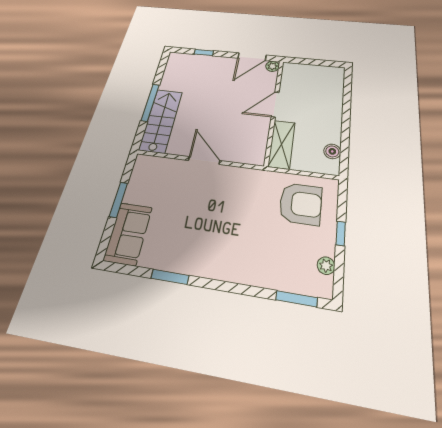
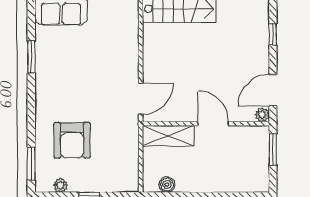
door: (252, 57) -> (273, 90), hinge flipped
window: (305, 61) -> (273, 149), added
door: (204, 161) -> (141, 99), moved
armchair: (301, 204) -> (72, 140), moved

